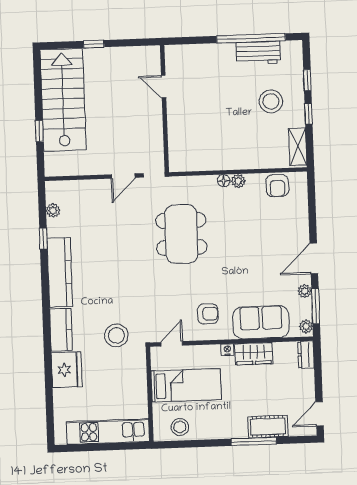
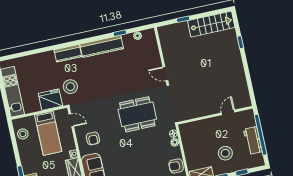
door: (164, 87) -> (228, 112), moved
stairs: (63, 100) -> (211, 24), width x0.73, depth x0.66
wall: (164, 109) -> (215, 115), moved
fridge: (67, 370) -> (50, 100), moved, turned 180

